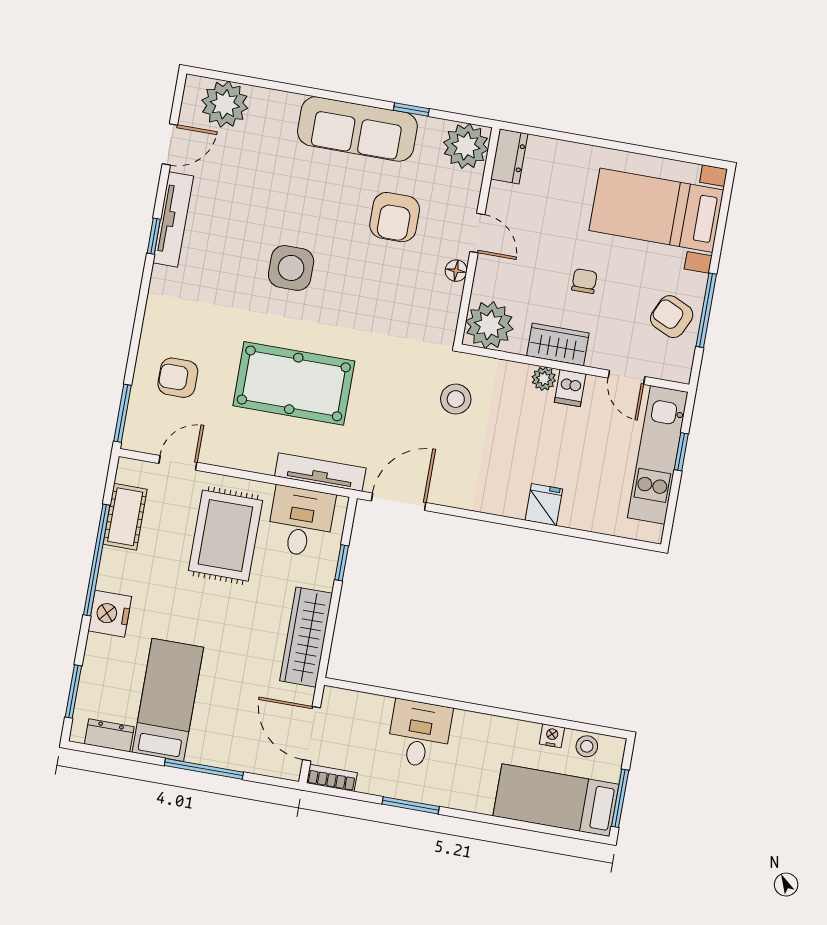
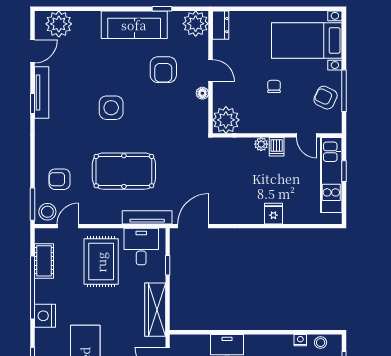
wardrobe: (558, 344) -> (266, 124), removed
stool: (456, 399) -> (47, 212), moved

